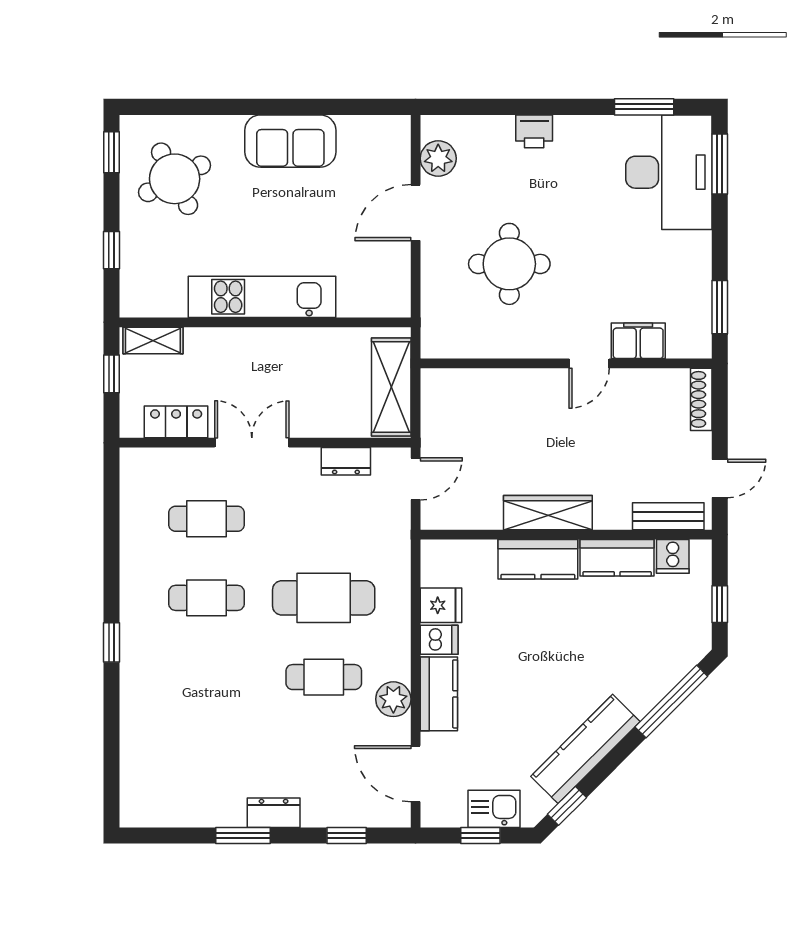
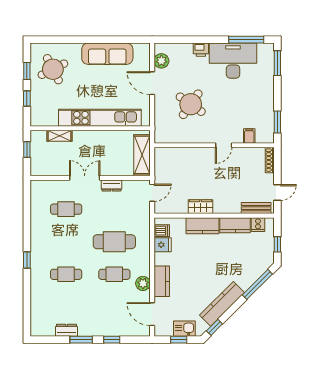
window: (644, 107) -> (246, 40), width x1.44
sofa: (290, 141) -> (107, 54), width x1.36
window: (111, 152) -> (27, 71), moved
desk: (669, 172) -> (233, 61), moved, turned -90
door: (416, 213) -> (152, 83), hinge flipped
round table: (509, 264) -> (191, 104), turned 35
kitchen unit: (262, 297) -> (100, 118), width x1.36
shelving: (153, 340) -> (60, 136), moved
filing cabinet: (638, 341) -> (249, 136), width x0.50
locker: (176, 422) -> (54, 169), removed
dresser: (346, 461) -> (111, 185), moved
wardrobe: (548, 513) -> (200, 207), width x0.67
cafe table: (207, 598) -> (66, 274), moved
dishwasher: (439, 640) -> (162, 231), moved
dresser: (274, 813) -> (66, 330), moved
window: (347, 835) -> (112, 340), moved

